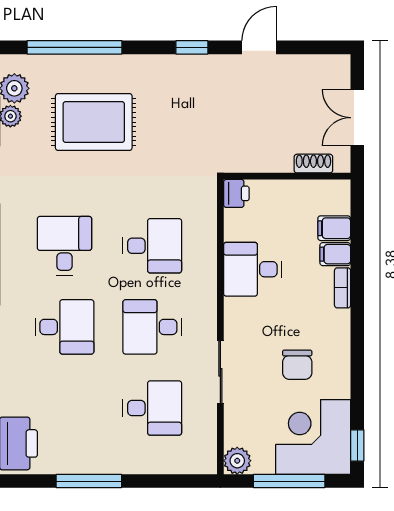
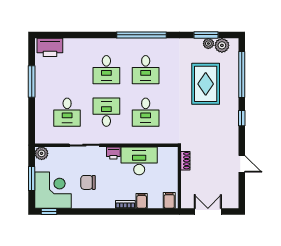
window: (192, 47) -> (242, 118), moved
shoe rack: (313, 164) -> (185, 161), moved
printer: (236, 193) -> (113, 153), moved
filing cabinet: (334, 228) -> (169, 200), moved
desk: (64, 246) -> (146, 70), turned 90
desk: (253, 269) -> (139, 161), width x1.37
window: (289, 481) -> (32, 178), width x0.69

